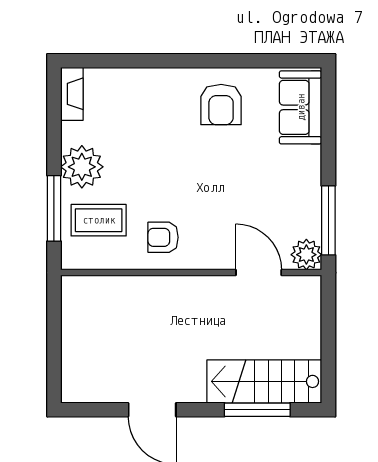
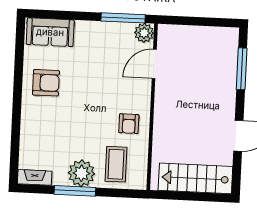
window: (54, 208) -> (75, 191), moved
stairs: (264, 381) -> (195, 178), moved, turned 90

